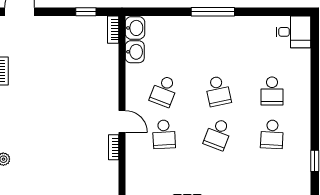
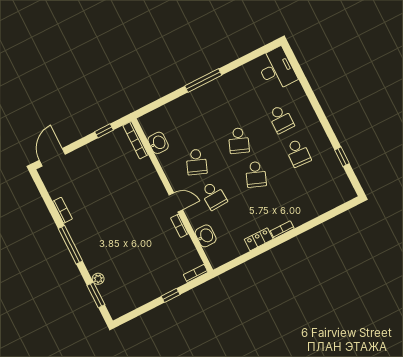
washbasin: (135, 28) -> (206, 236), moved
bookcase: (113, 30) -> (136, 140), width x1.56
desk: (293, 32) -> (276, 69), width x1.37
school desk: (218, 91) -> (239, 141), turned 33

